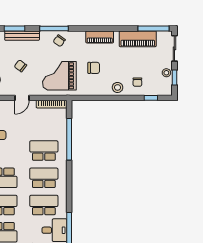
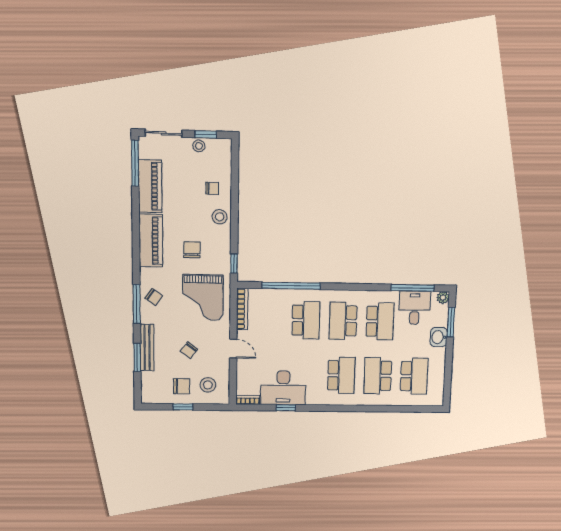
piano: (100, 37) -> (151, 241), width x1.37, depth x1.33
window: (151, 98) -> (234, 264), moved
school desk: (44, 151) -> (306, 320), turned 180
school desk: (44, 205) -> (380, 321), turned 180

